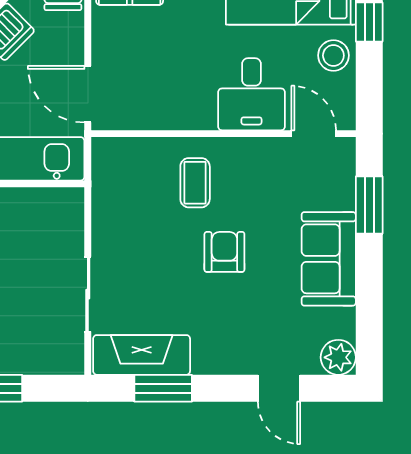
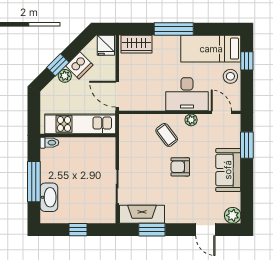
desk: (251, 94) -> (187, 94), width x1.37
plant: (248, 150) -> (191, 120), added
coffee table: (195, 183) -> (167, 135), turned -37
armchair: (224, 252) -> (180, 167), turned -90

